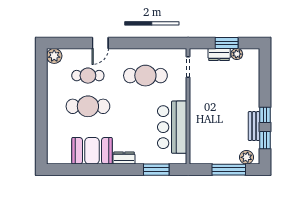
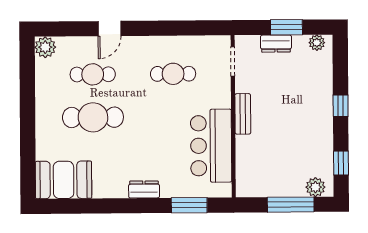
plant: (237, 54) -> (317, 43), moved
cafe table: (145, 76) -> (173, 74), width x0.73, depth x0.74
window: (265, 115) -> (341, 106), moved
bench: (254, 126) -> (243, 114), moved
booth: (92, 151) -> (64, 180), moved

